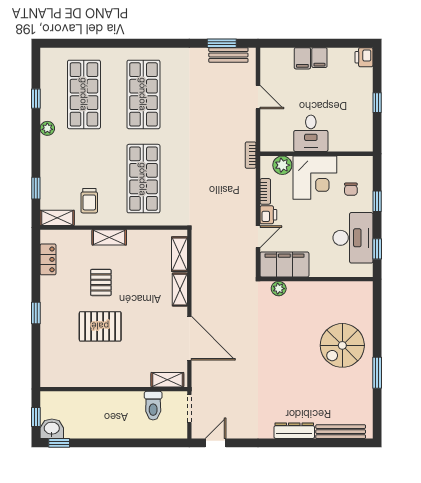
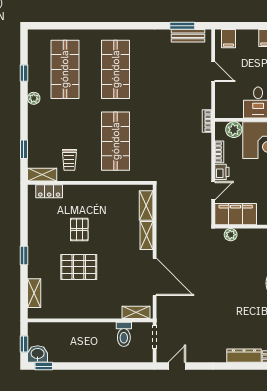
filing cabinet: (302, 58) -> (228, 39), moved
shelving: (109, 237) -> (34, 293), moved, turned 90
locker: (48, 259) -> (49, 191), moved, turned 90

